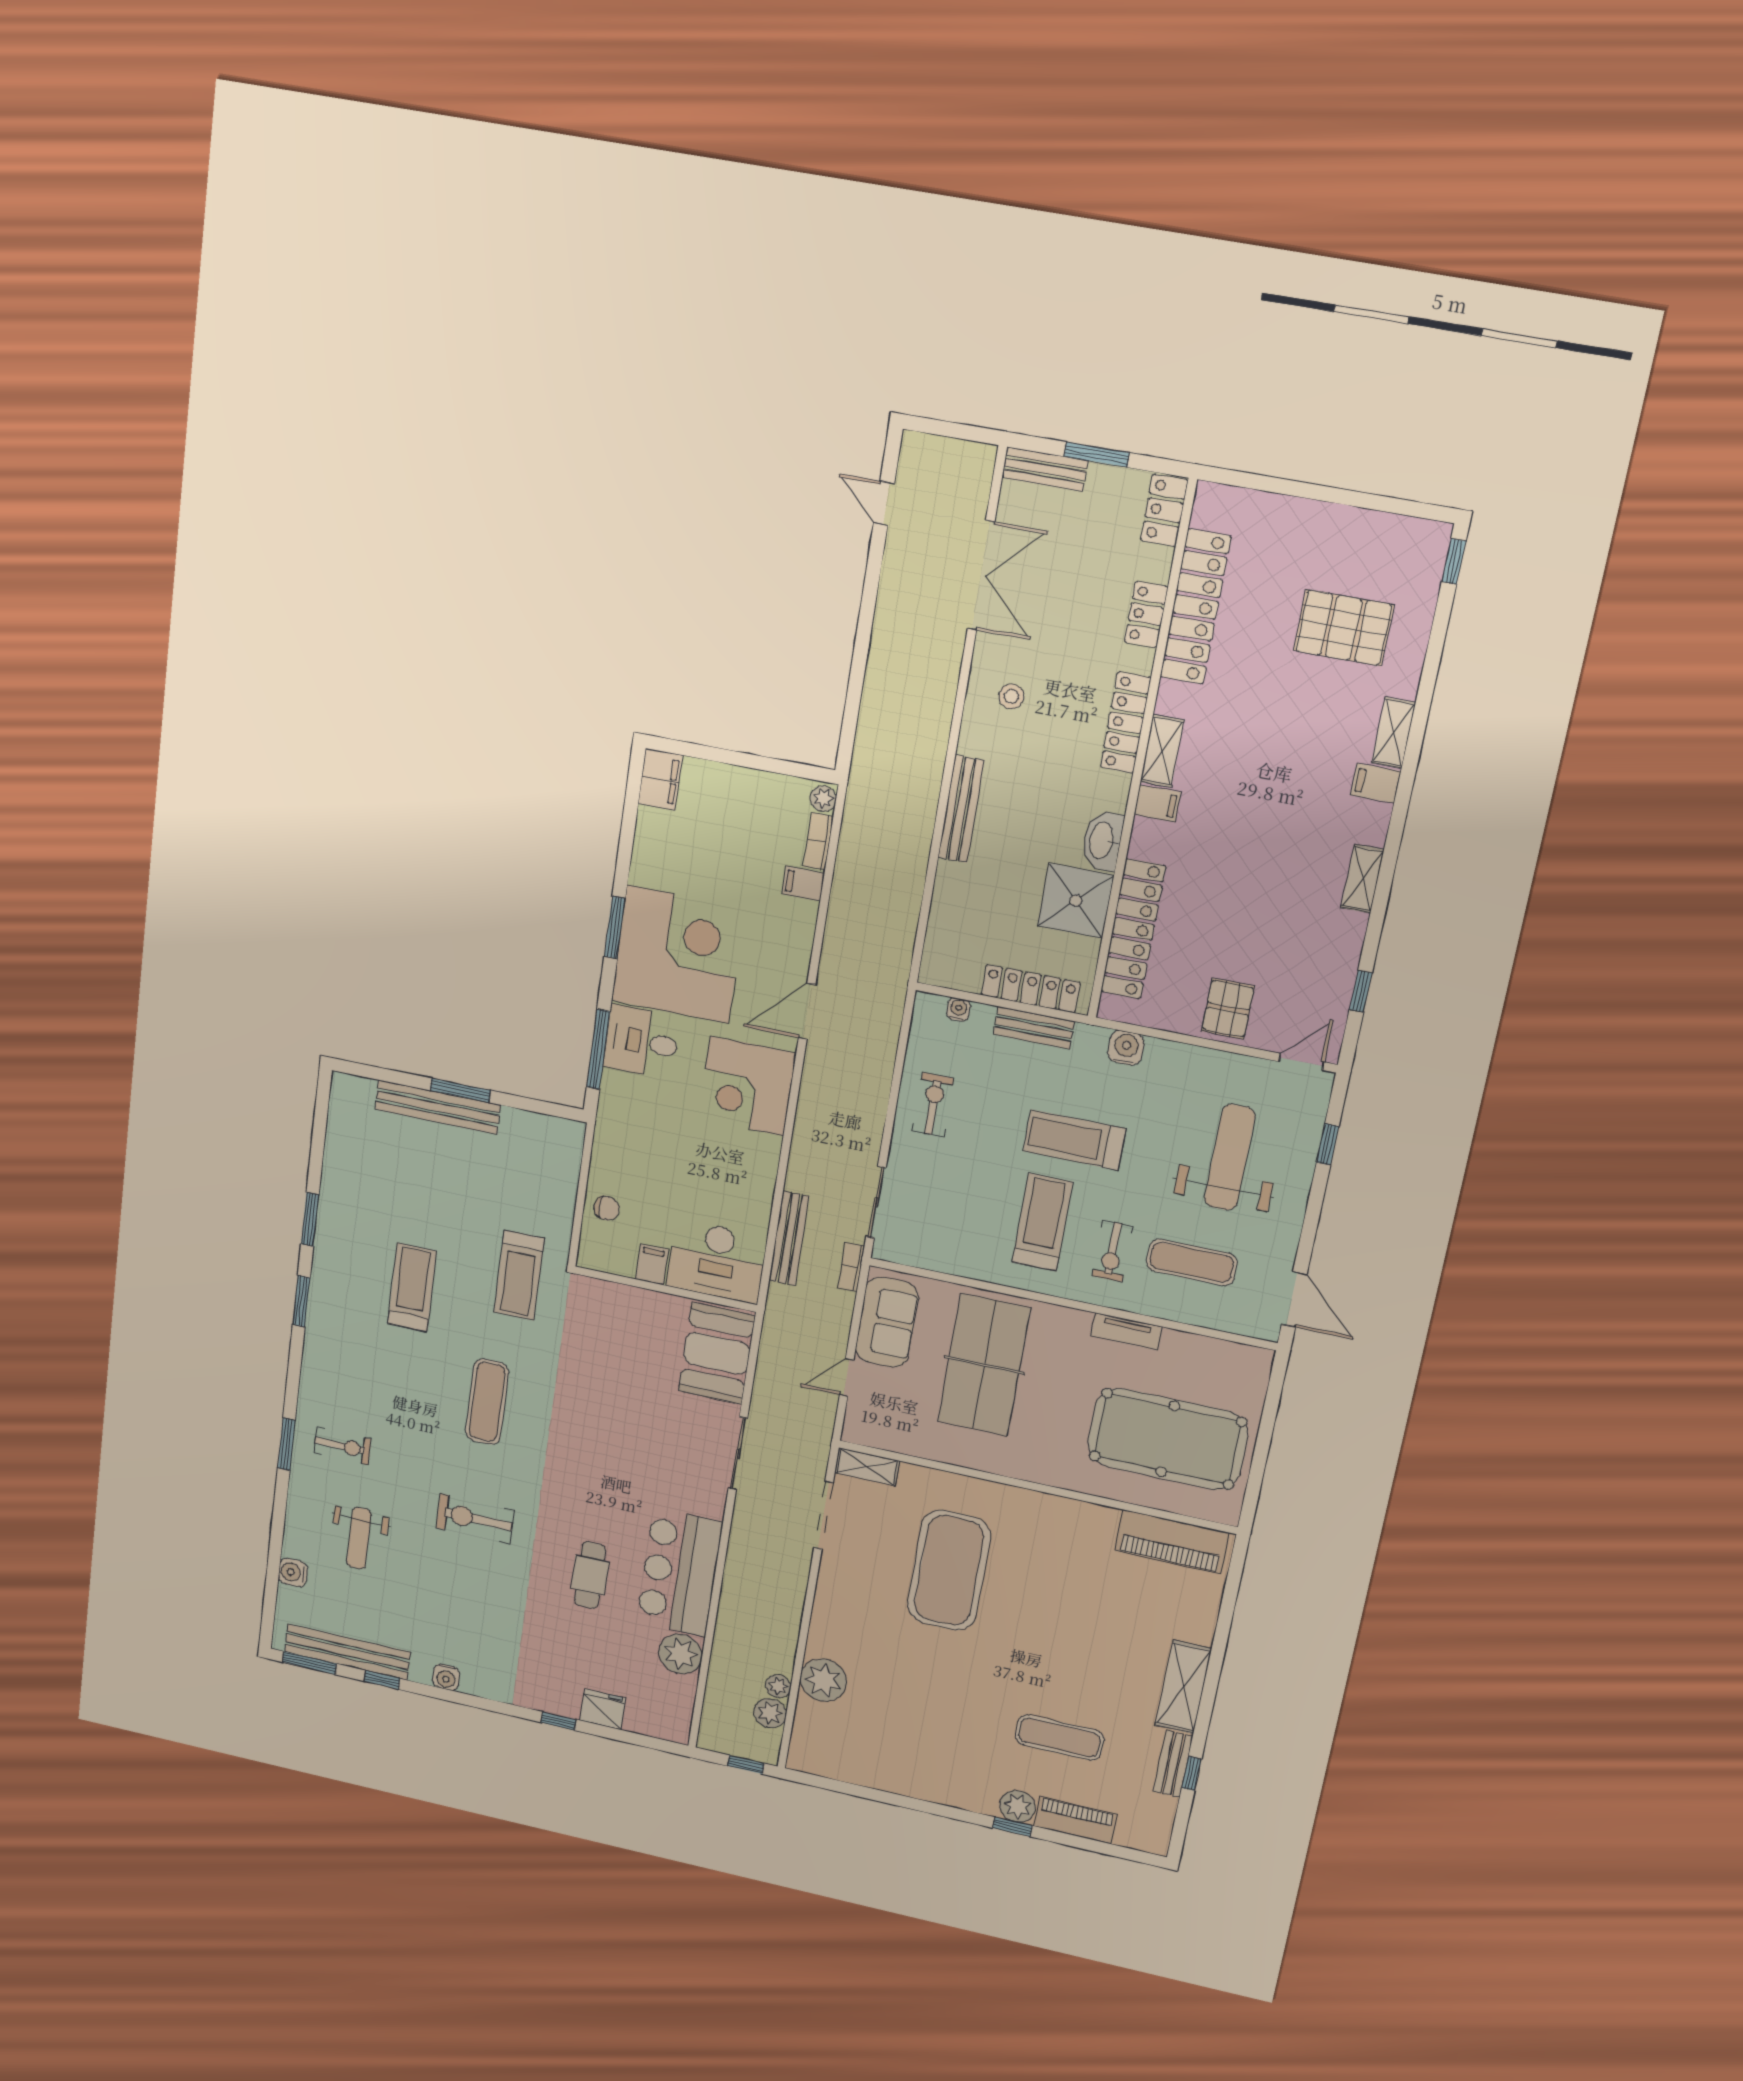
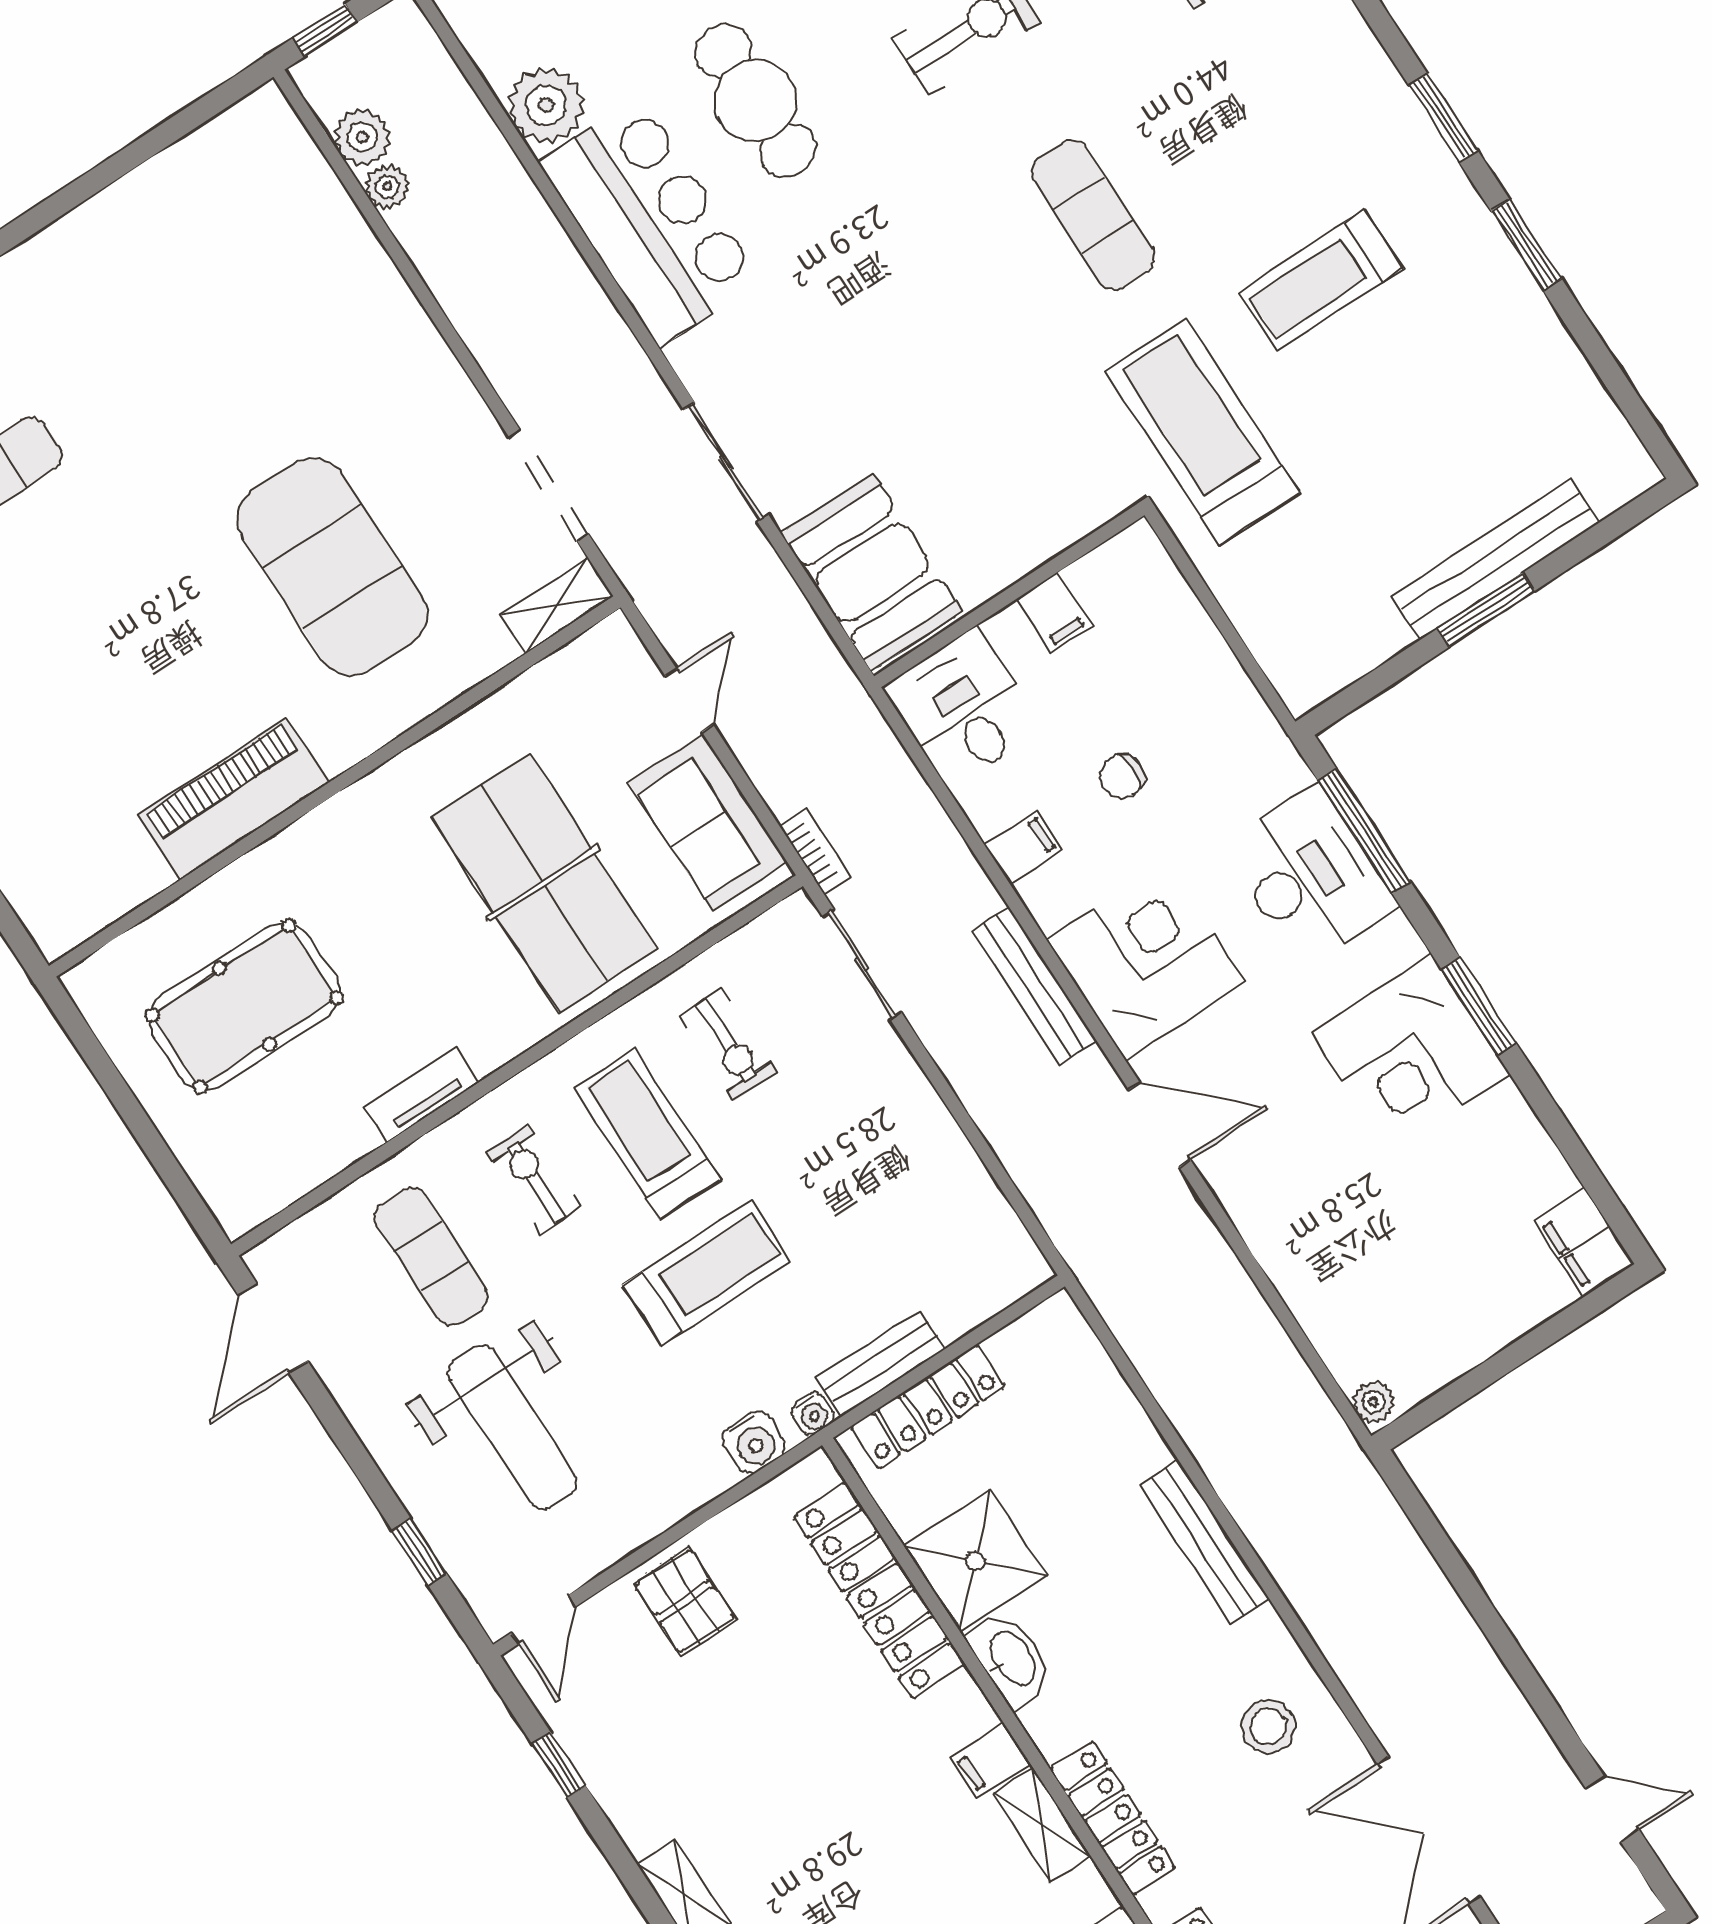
stool: (1011, 696) -> (1268, 1726), width x1.37, depth x1.37
bookcase: (818, 841) -> (1333, 1346), removed
filing cabinet: (803, 884) -> (1023, 847), moved
corner desk: (678, 954) -> (1411, 1054), width x0.74, depth x0.74
water cooler: (958, 1009) -> (813, 1414), moved
door: (807, 1011) -> (1160, 1125), hinge flipped
desk: (642, 1042) -> (1310, 876), width x1.37
exercise bike: (933, 1105) -> (728, 1044), moved
chair: (607, 1208) -> (1122, 776), moved
treadmill: (1042, 1222) -> (647, 1134), turned 180
bench: (789, 1238) -> (1034, 986), moved
desk: (717, 1261) -> (963, 708), width x0.73
exercise mat: (1192, 1262) -> (431, 1256), turned 90
treadmill: (519, 1275) -> (1203, 432), width x1.37, depth x1.38
treadmill: (412, 1287) -> (1321, 280), turned 90
door: (1294, 1299) -> (273, 1328), hinge flipped
pool table: (1168, 1439) -> (245, 1006), width x0.73, depth x0.76
piano: (1172, 1542) -> (234, 799), moved
cafe table: (590, 1575) -> (755, 100), width x1.37, depth x1.35
plant: (823, 1680) -> (341, 254), removed

